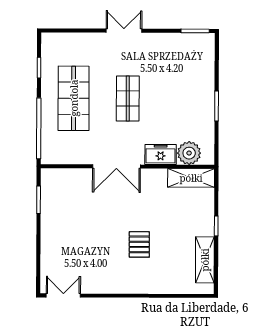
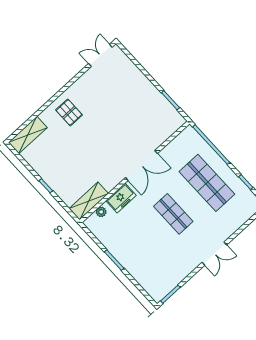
plant: (189, 153) -> (101, 212), width x0.53, depth x0.53
double door: (116, 166) -> (141, 166), swing flipped
pallet: (139, 244) -> (69, 112), moved
shelving: (205, 260) -> (28, 135), moved, turned 90
double door: (63, 295) -> (100, 55), swing flipped

